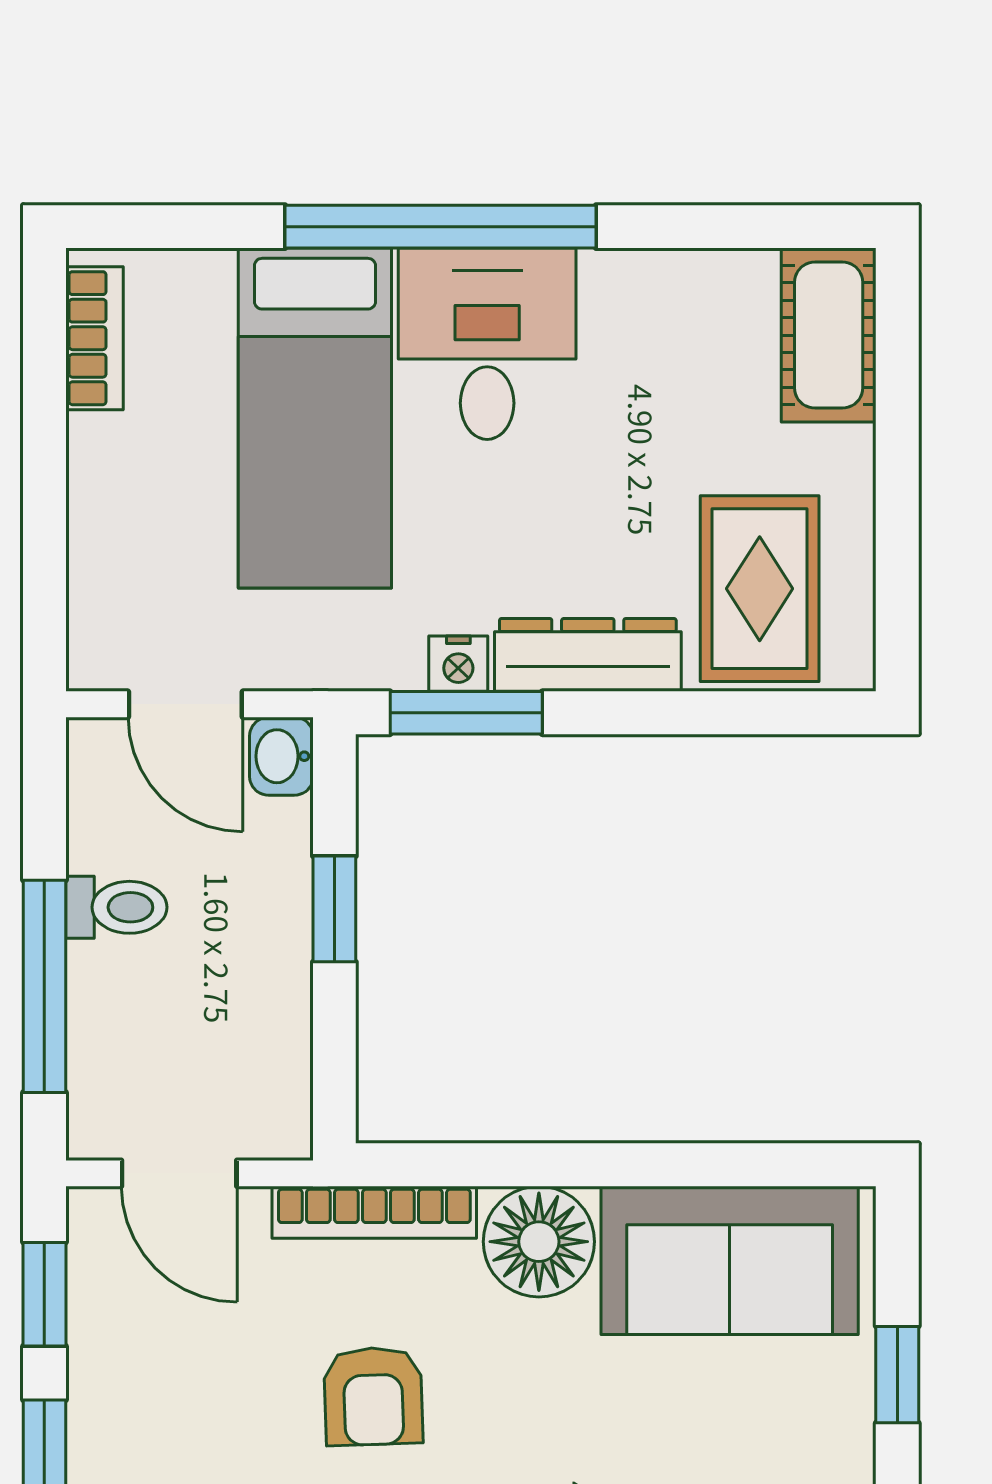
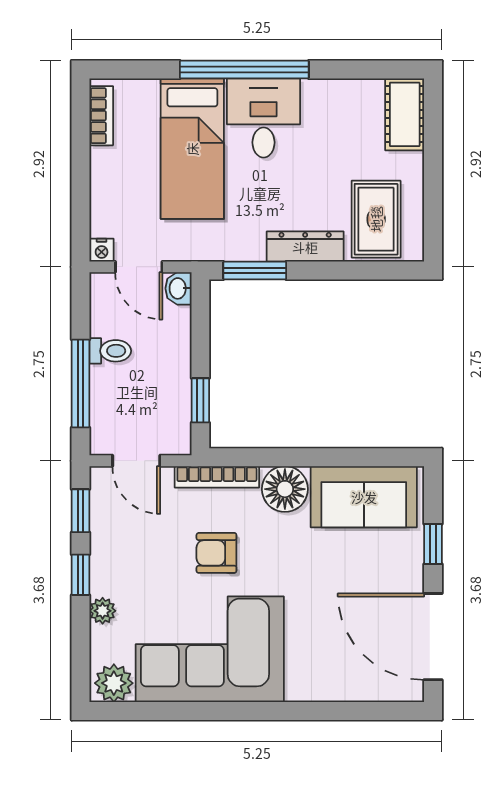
nightstand: (458, 664) -> (102, 250), moved
window: (334, 909) -> (200, 400), moved
armchair: (373, 1396) -> (216, 553), turned 92

